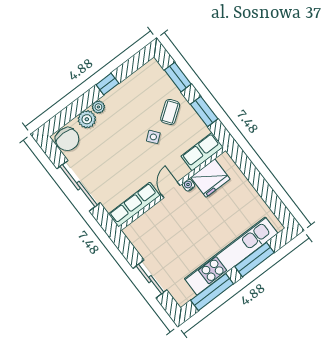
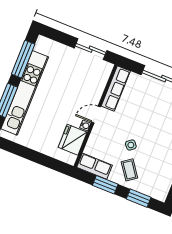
row of seats: (202, 152) -> (95, 166), moved, turned -90
door: (171, 190) -> (96, 115), swing flipped
sliding door: (150, 279) -> (91, 49), moved

